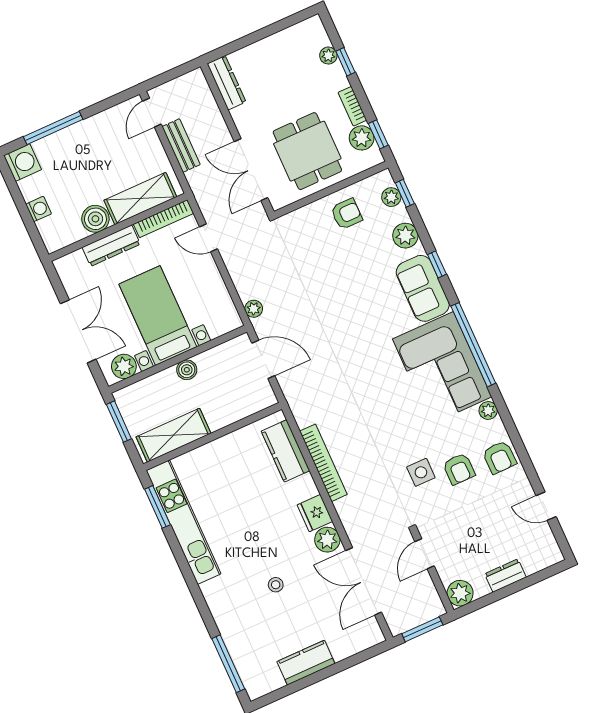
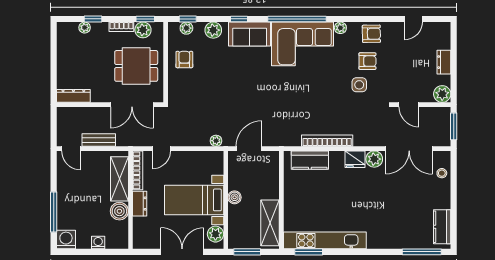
dresser: (111, 246) -> (140, 204), width x0.70
stool: (276, 585) -> (442, 173), moved
kitchen counter: (306, 663) -> (442, 227), moved

